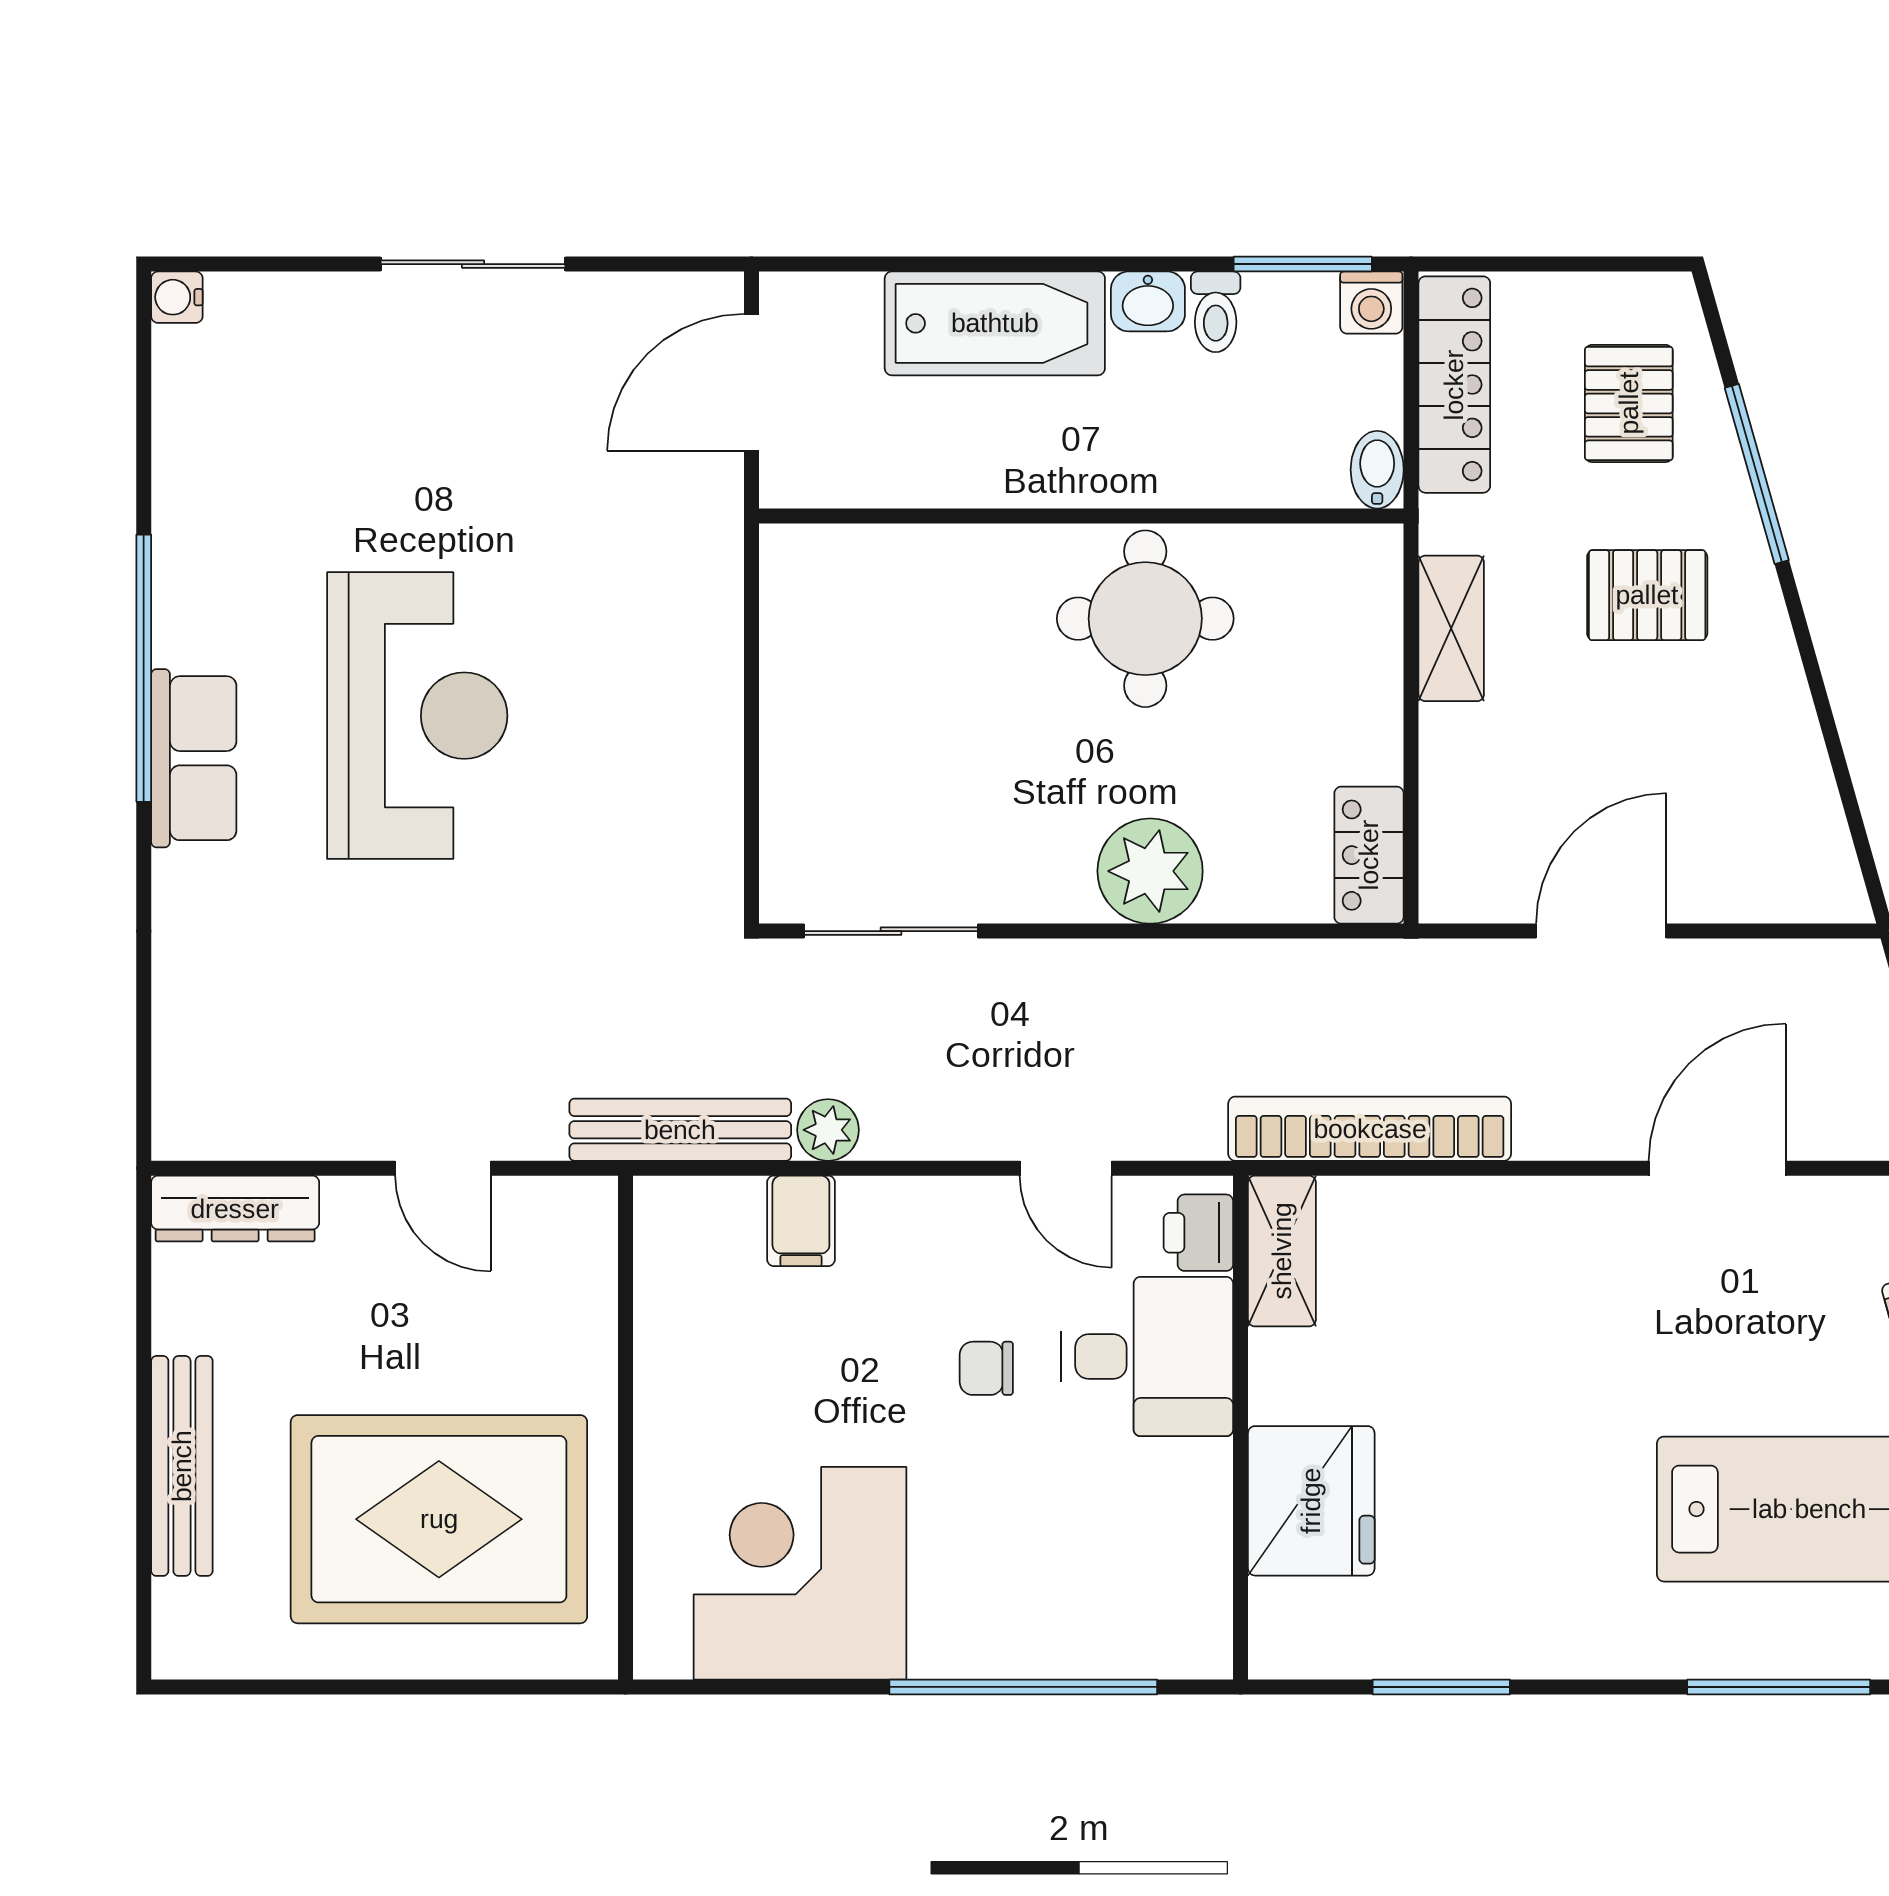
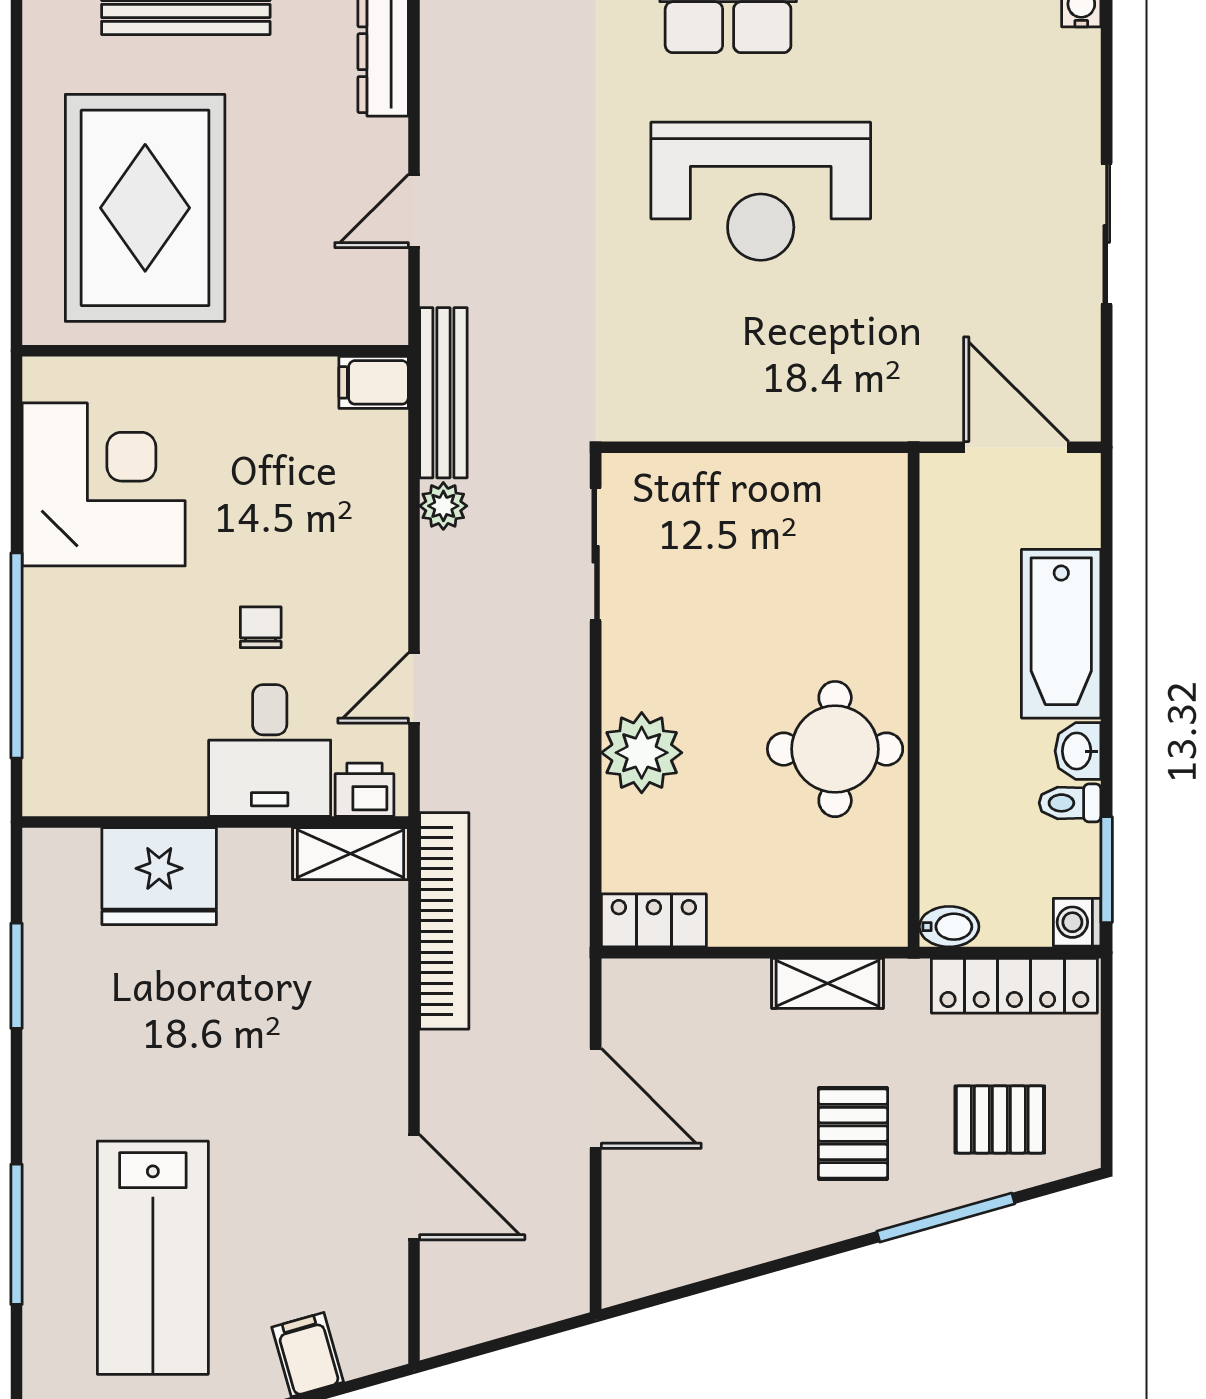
filing cabinet: (801, 1221) -> (374, 382), moved

